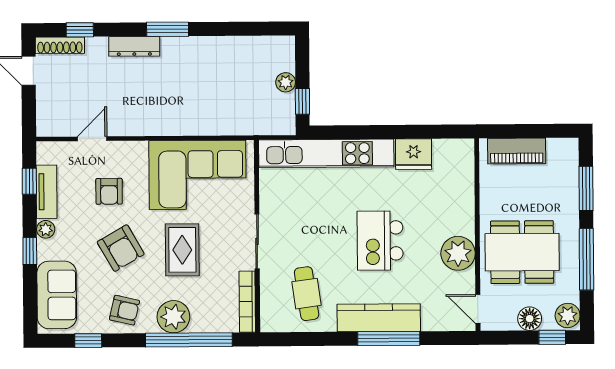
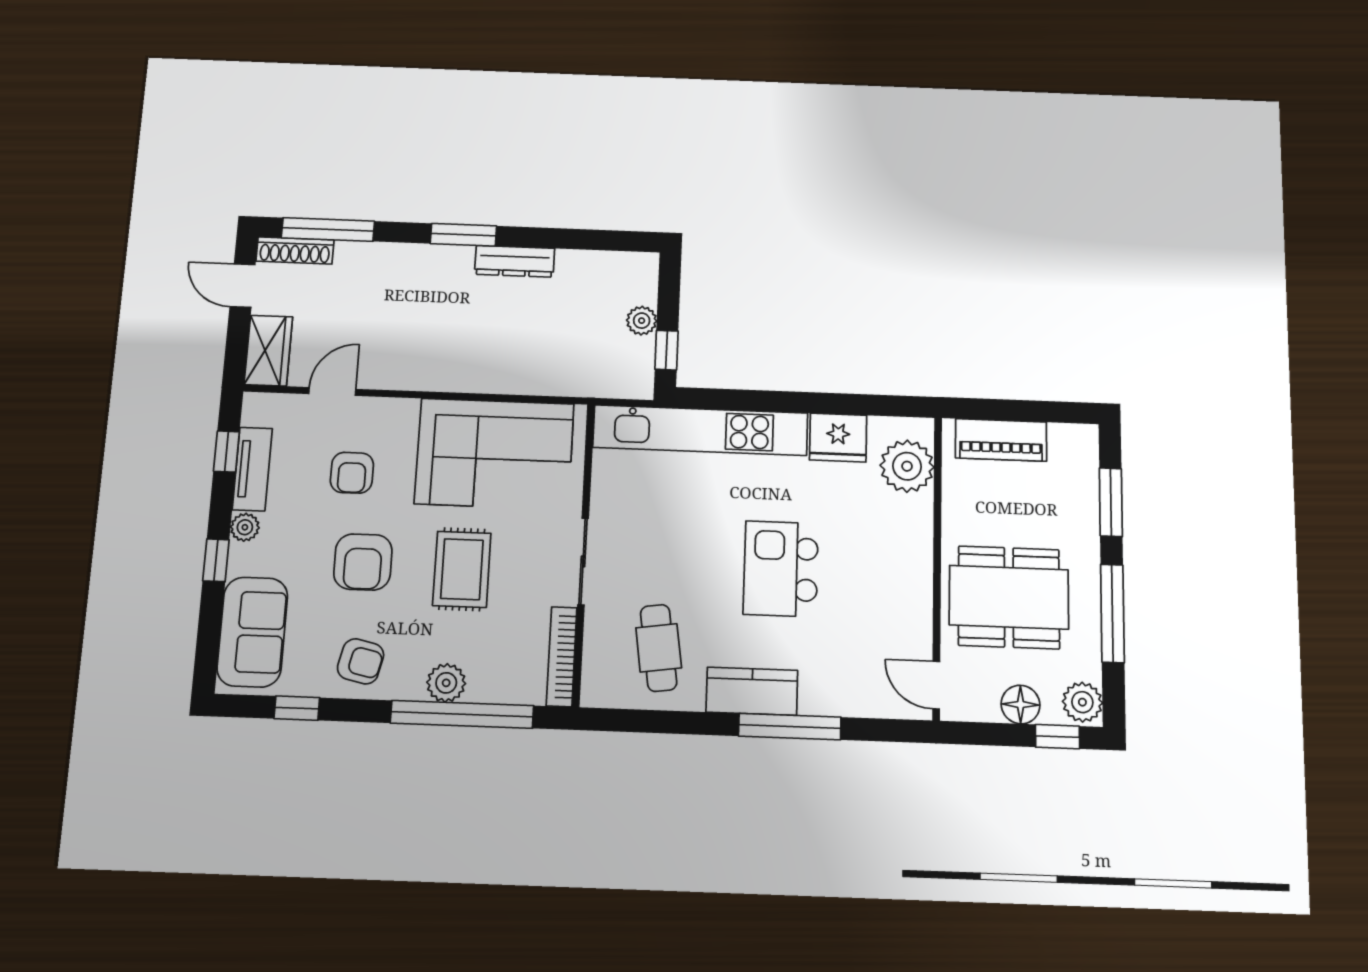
window: (80, 30) -> (328, 229), width x2.17
dresser: (134, 46) -> (515, 261), moved
wardrobe: (49, 114) -> (268, 351), added
armchair: (121, 248) -> (363, 562), turned 30
plant: (458, 253) -> (907, 466), moved
plant: (173, 317) -> (446, 683), width x0.73, depth x0.73
kitchen counter: (379, 318) -> (752, 691), width x0.67

